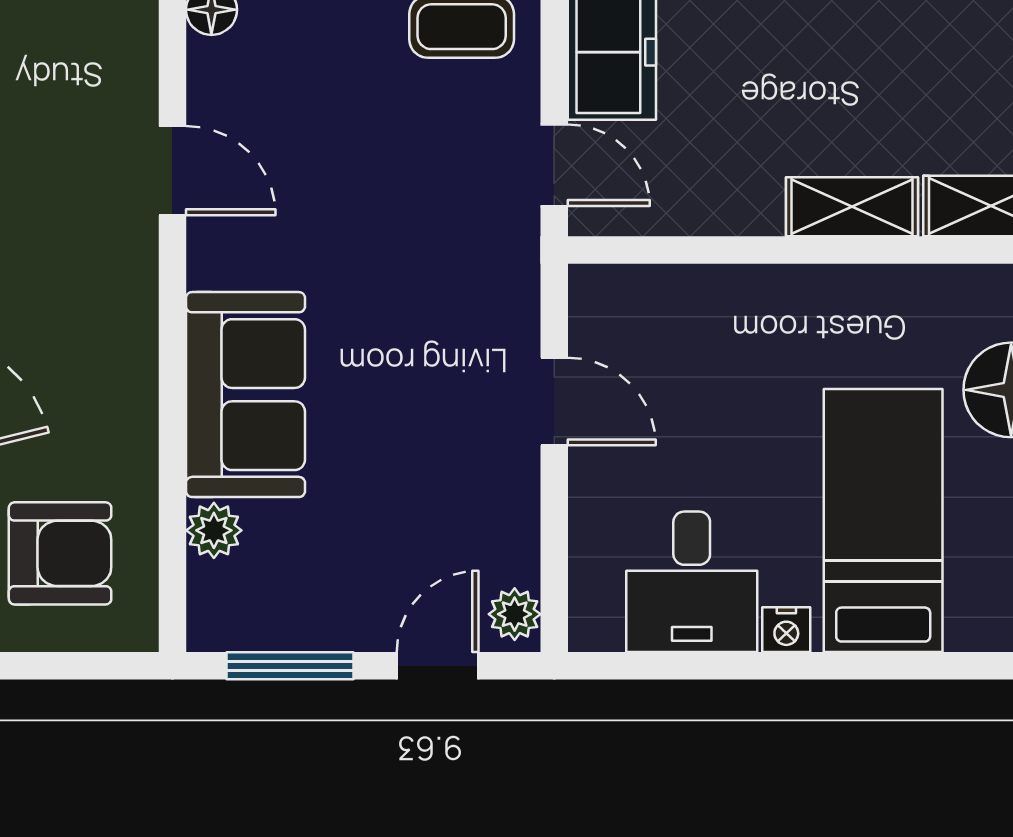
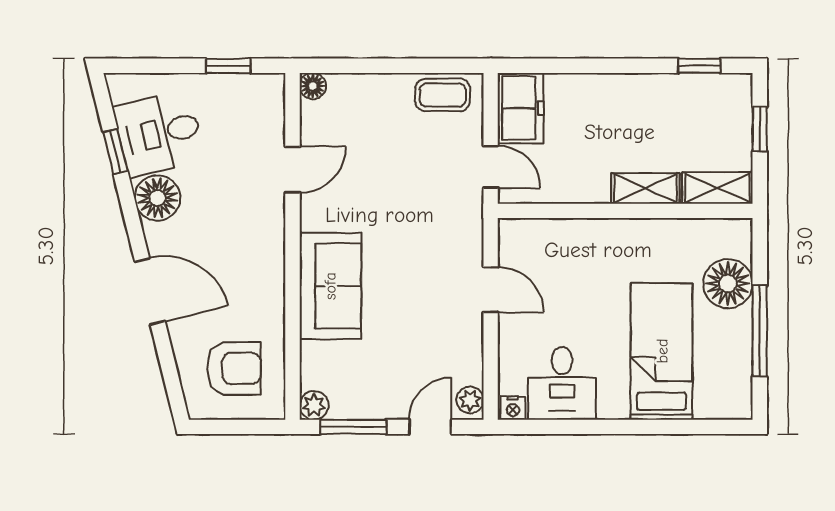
door: (172, 171) -> (292, 170), hinge flipped
plant: (214, 530) -> (314, 405), moved
nightstand: (786, 630) -> (513, 408), moved

